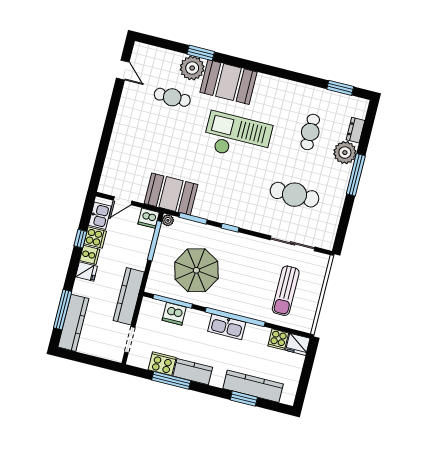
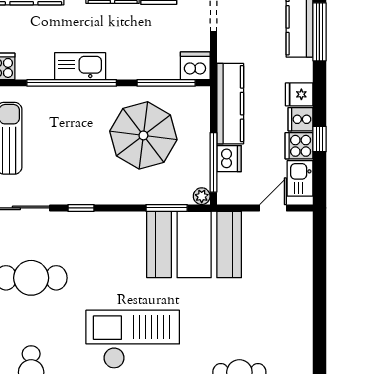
checkout: (237, 137) -> (133, 339), turned 180
booth: (171, 194) -> (194, 244), width x1.36, depth x1.42
dishwasher: (149, 218) -> (229, 159), moved, turned 90
window: (230, 228) -> (81, 208), moved
kitchen counter: (129, 296) -> (230, 104), moved
dishwasher: (174, 314) -> (195, 66), moved

